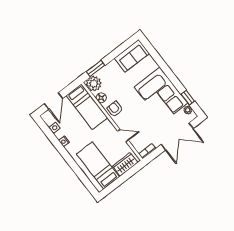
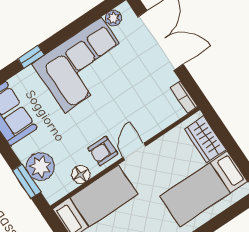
plant: (94, 84) -> (40, 167), moved
window: (188, 98) -> (31, 57), moved
door: (123, 136) -> (134, 152), moved

